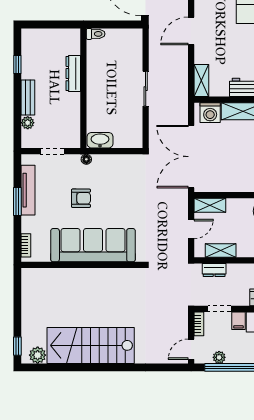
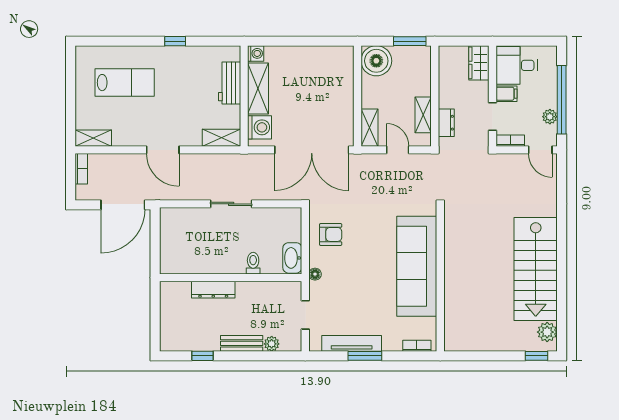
toilet: (96, 34) -> (253, 263), moved
armchair: (81, 198) -> (331, 234), moved, turned 90

